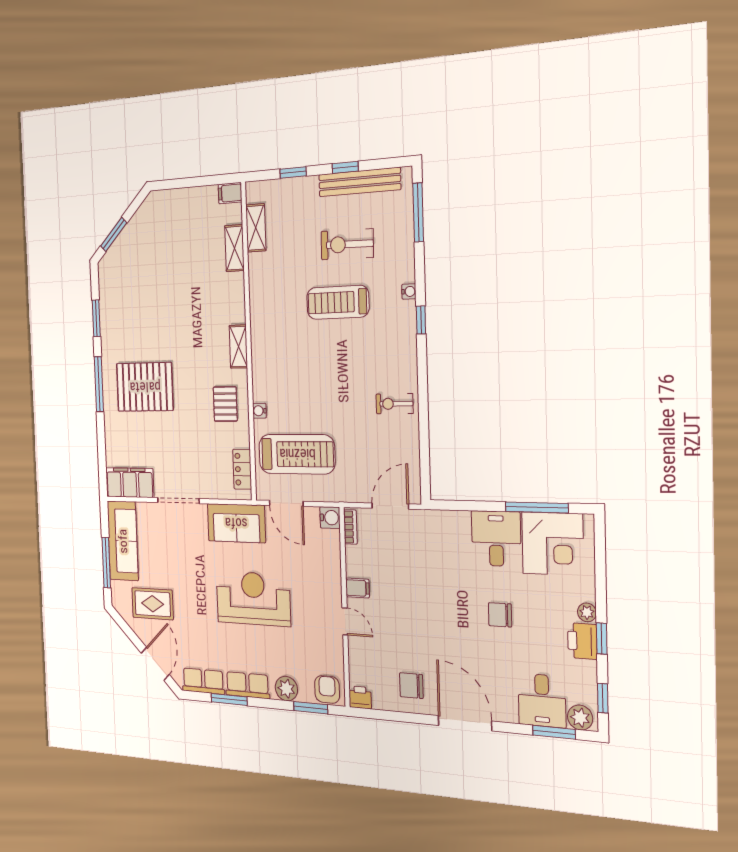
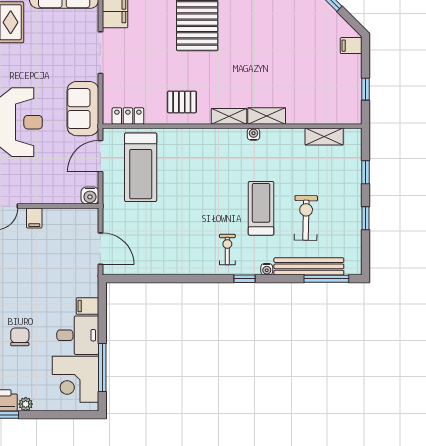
window: (204, 181) -> (366, 89), added
bench: (359, 182) -> (309, 266), moved, turned 90
filing cabinet: (230, 193) -> (351, 46), moved, turned -90
shelving: (234, 248) -> (267, 116), moved
exercise bike: (395, 404) -> (227, 250), moved
water cooler: (259, 411) -> (253, 134), moved
filing cabinet: (460, 525) -> (87, 306), added
bookcase: (350, 527) -> (83, 213), removed

